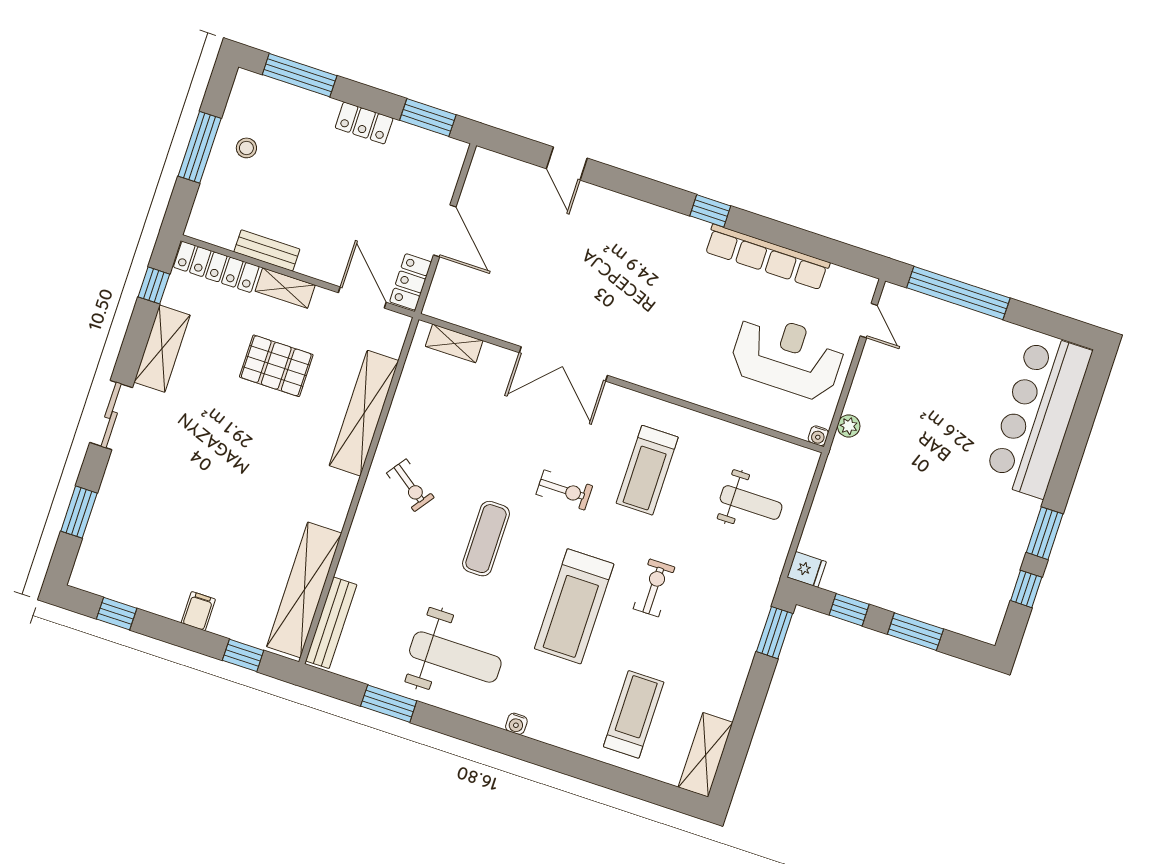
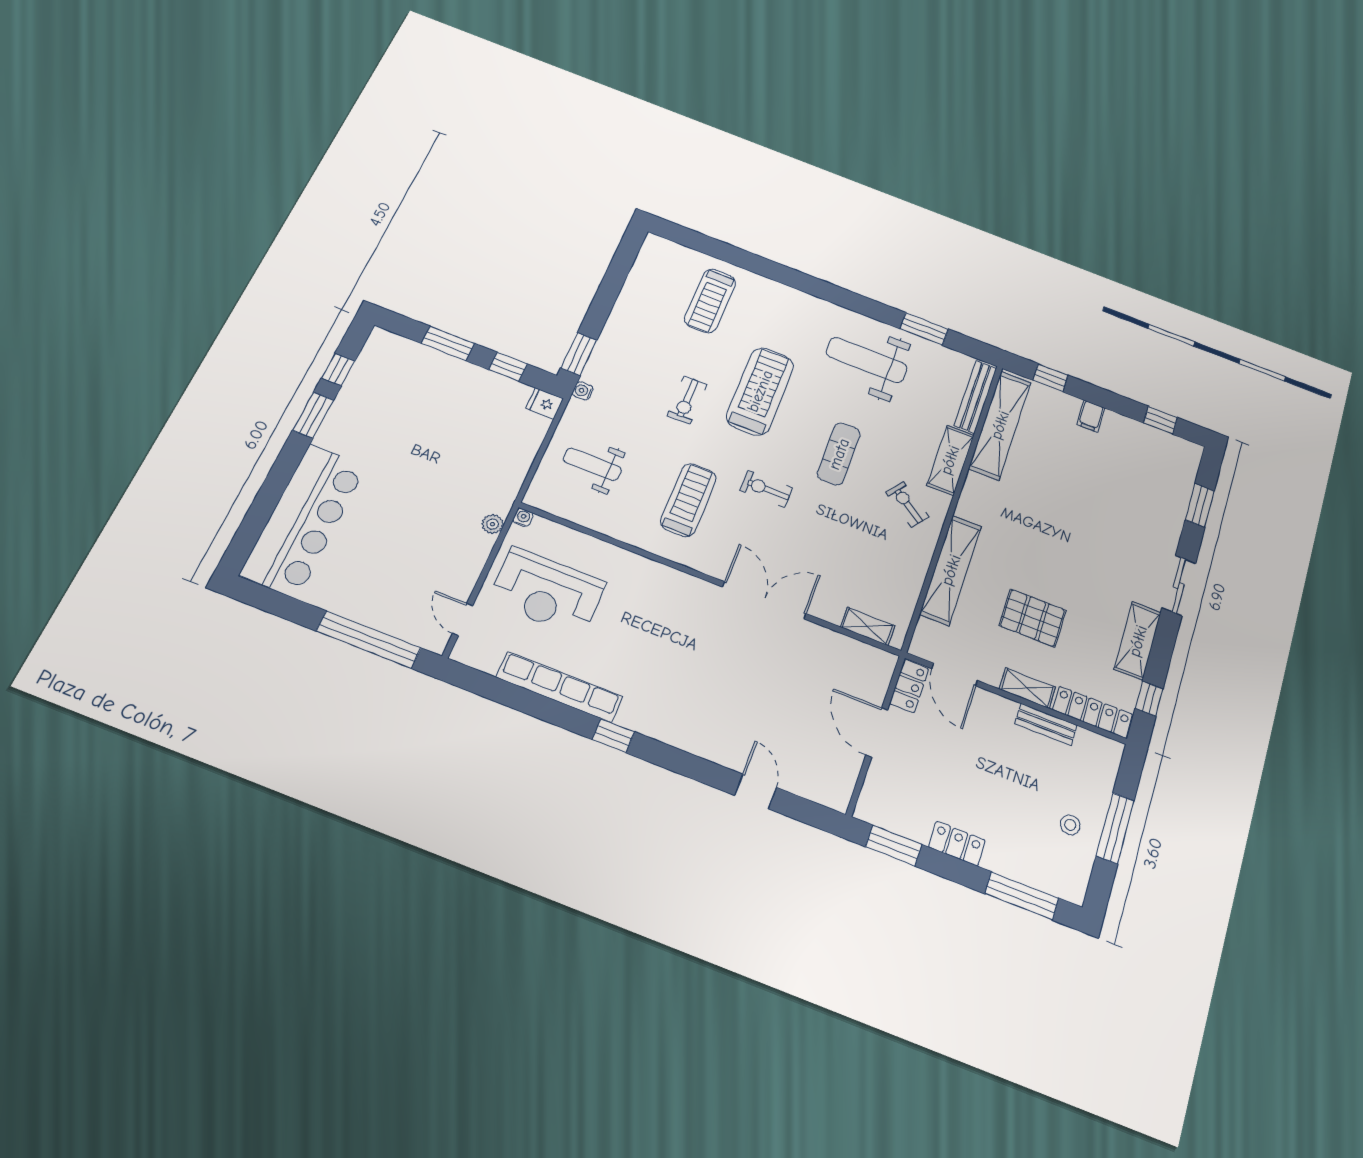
water cooler: (516, 724) -> (583, 391), moved, turned -90
shelving: (706, 755) -> (950, 460), moved

